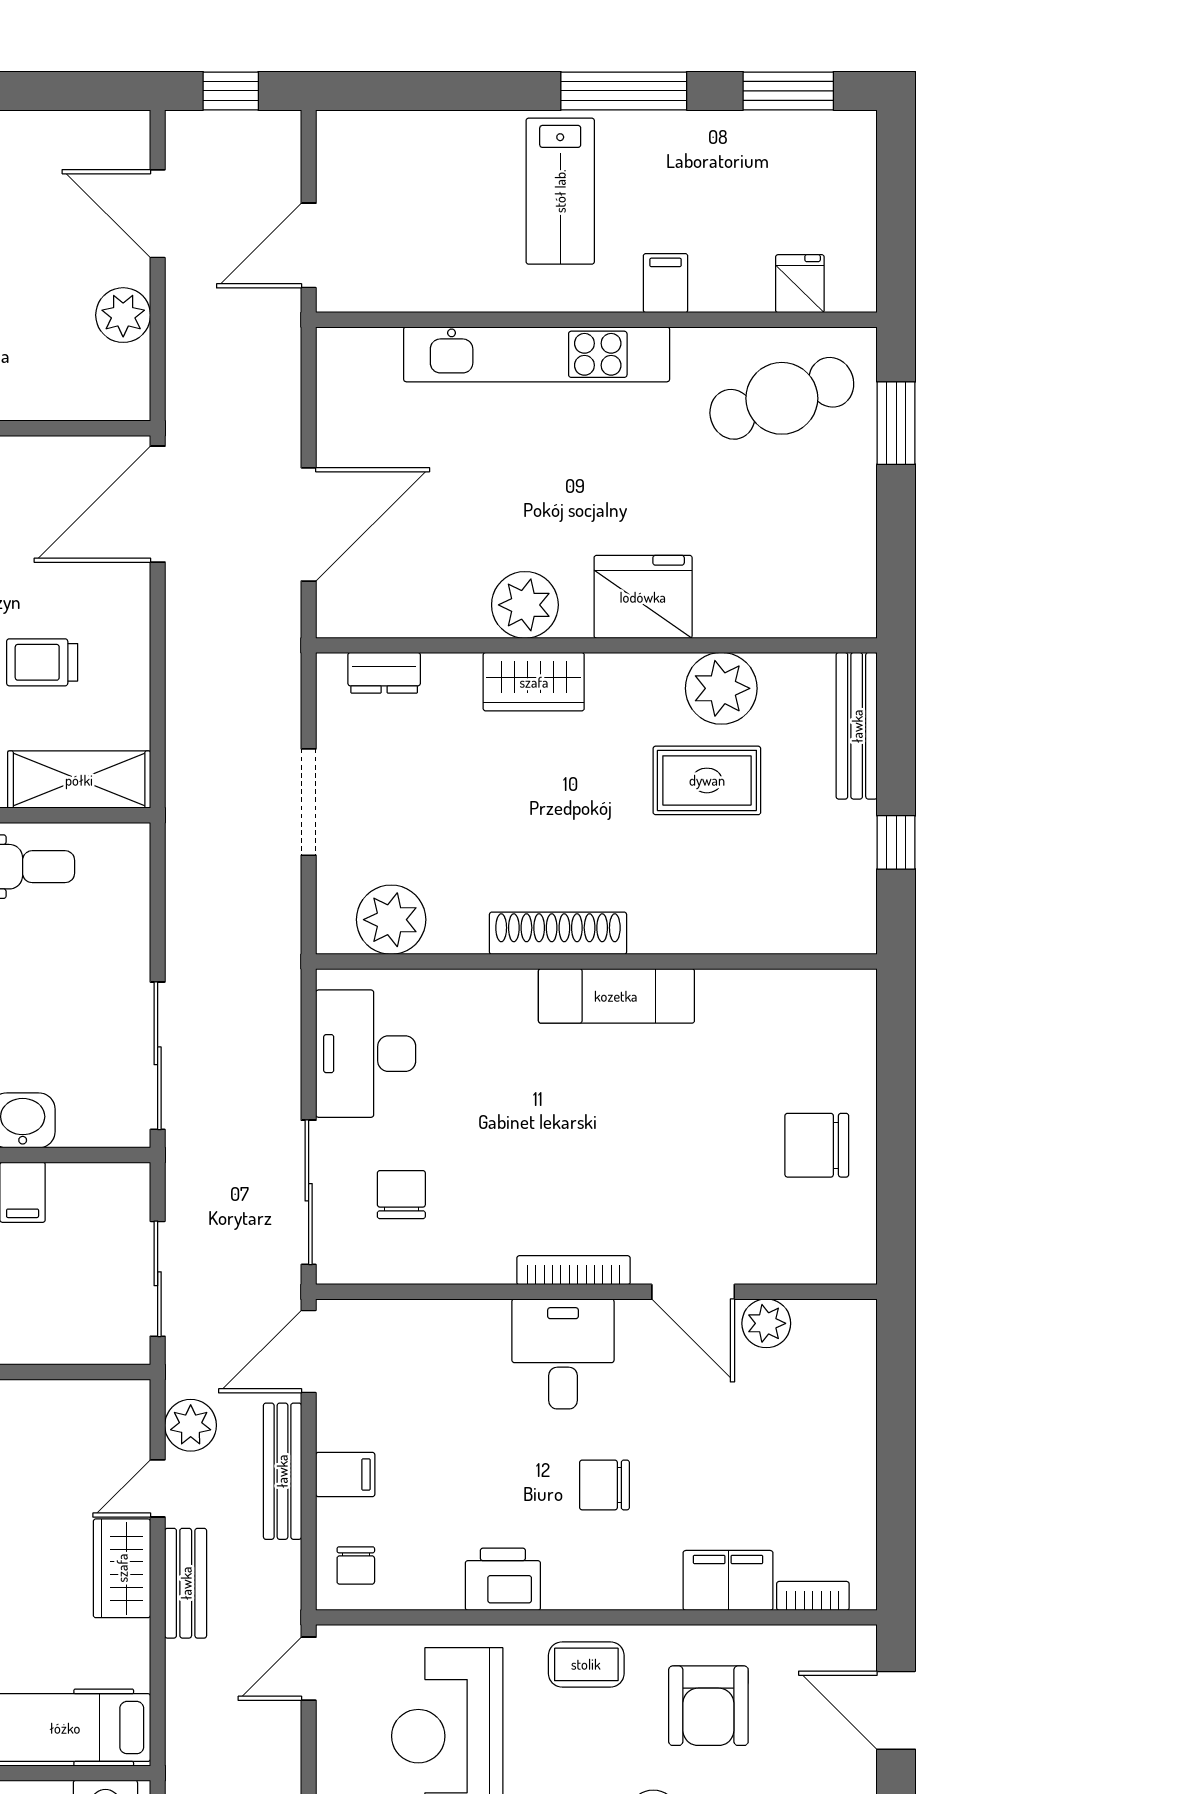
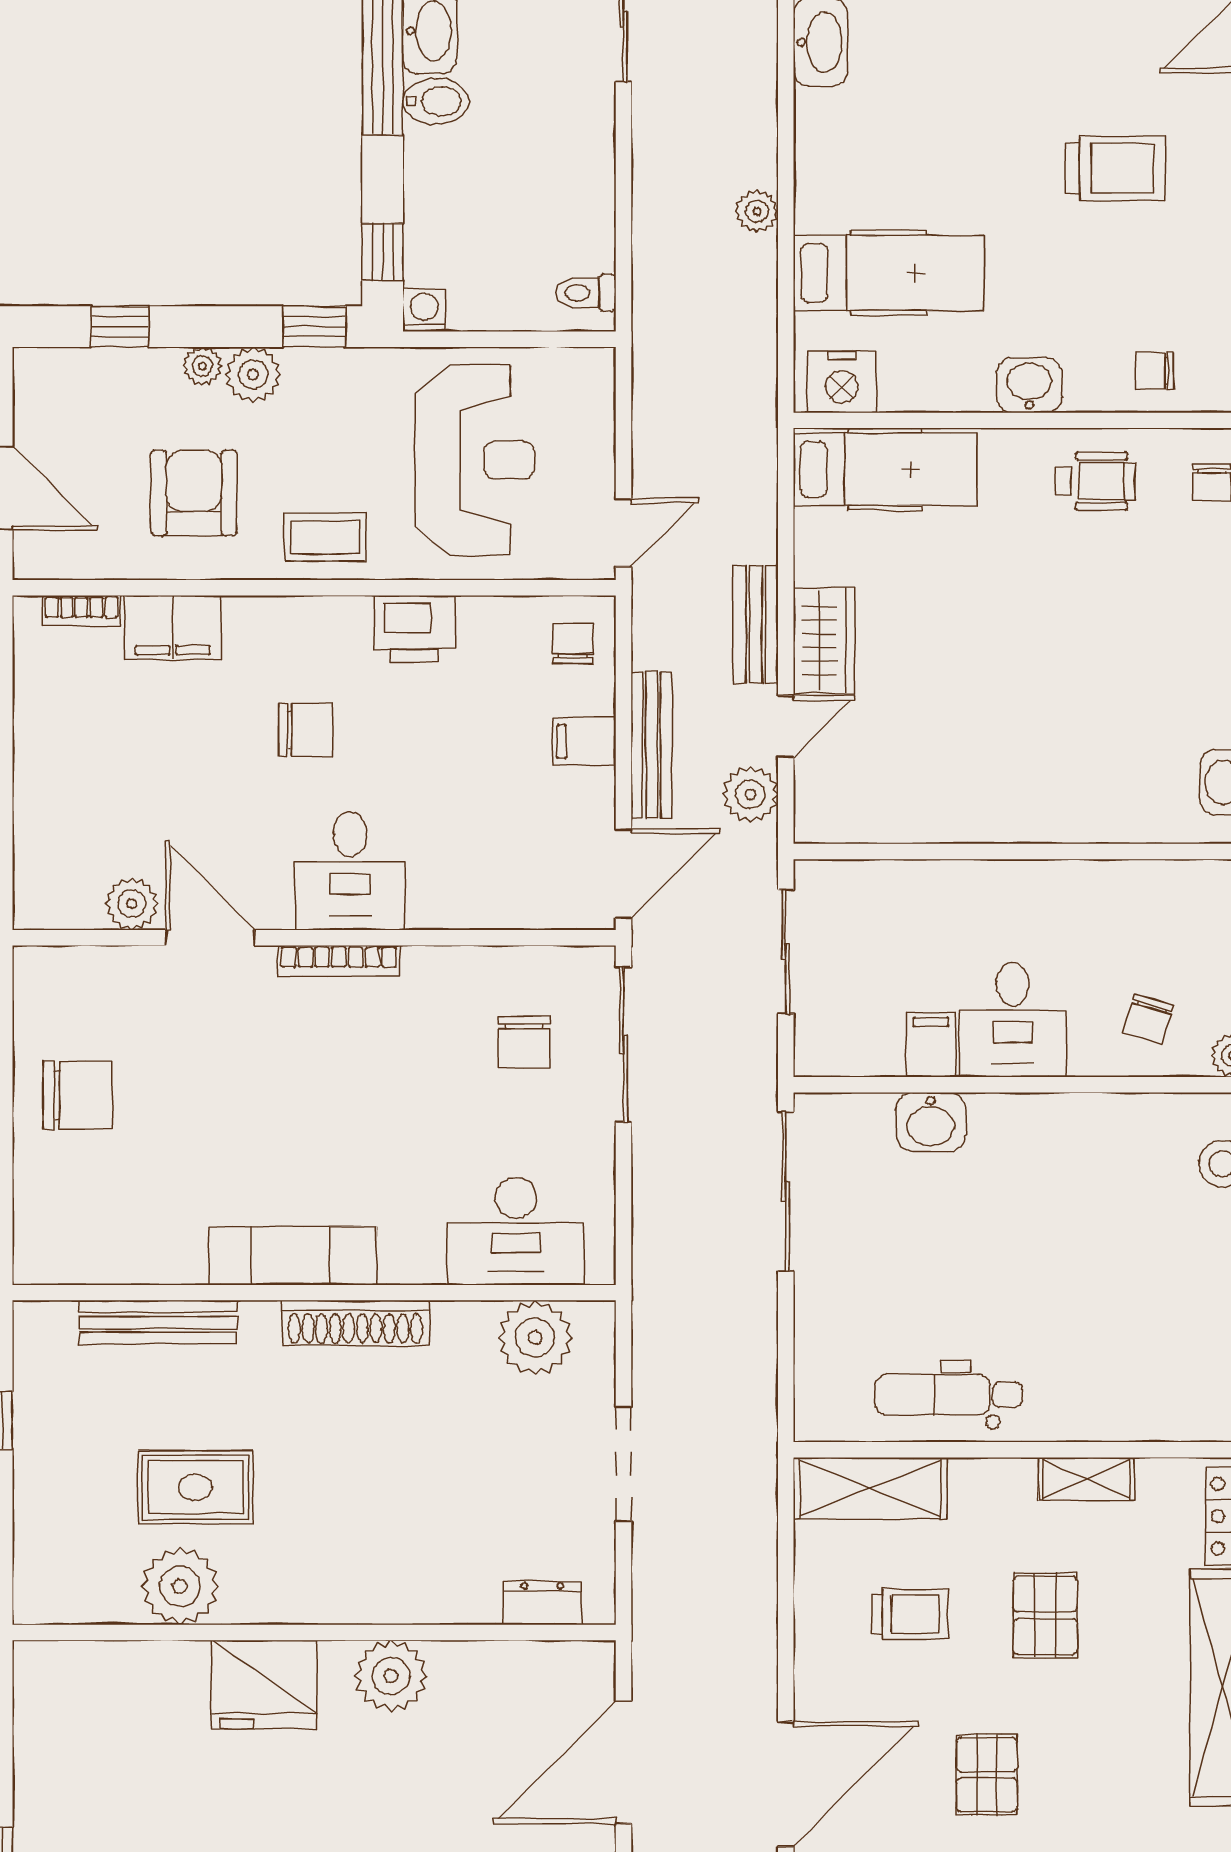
wardrobe: (534, 682) -> (382, 1593), removed
bench: (857, 726) -> (158, 1322), moved, turned 90
desk: (366, 1054) -> (516, 1231), moved, turned 90

